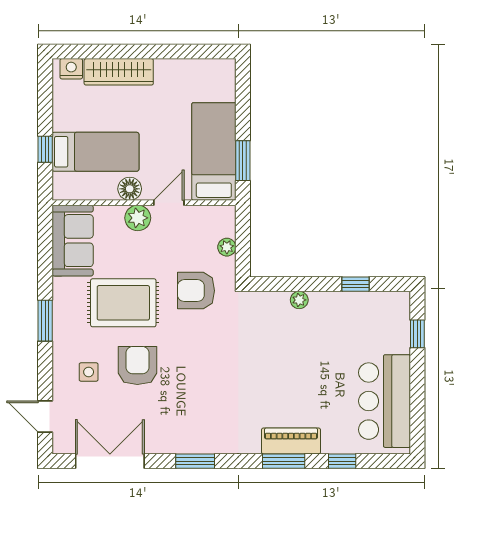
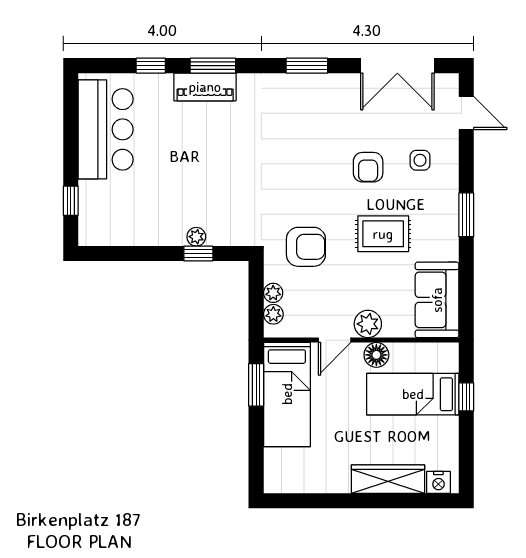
plant: (227, 227) -> (273, 314), added
window: (355, 284) -> (198, 254), moved
rug: (123, 303) -> (383, 234), width x0.73, depth x0.70
armchair: (137, 365) -> (368, 167), width x0.72, depth x0.72

